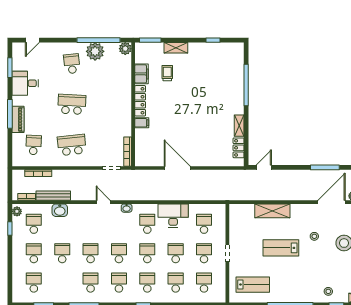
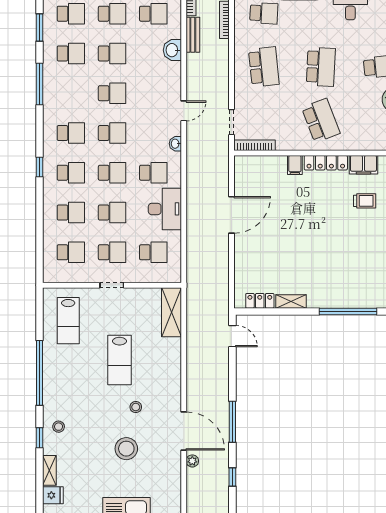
school desk: (110, 104) -> (321, 120), added
bench: (53, 196) -> (193, 35), width x0.73
shelving: (272, 211) -> (172, 312), moved
lab bench: (281, 248) -> (119, 360), turned 180
school desk: (91, 283) -> (71, 53), moved

